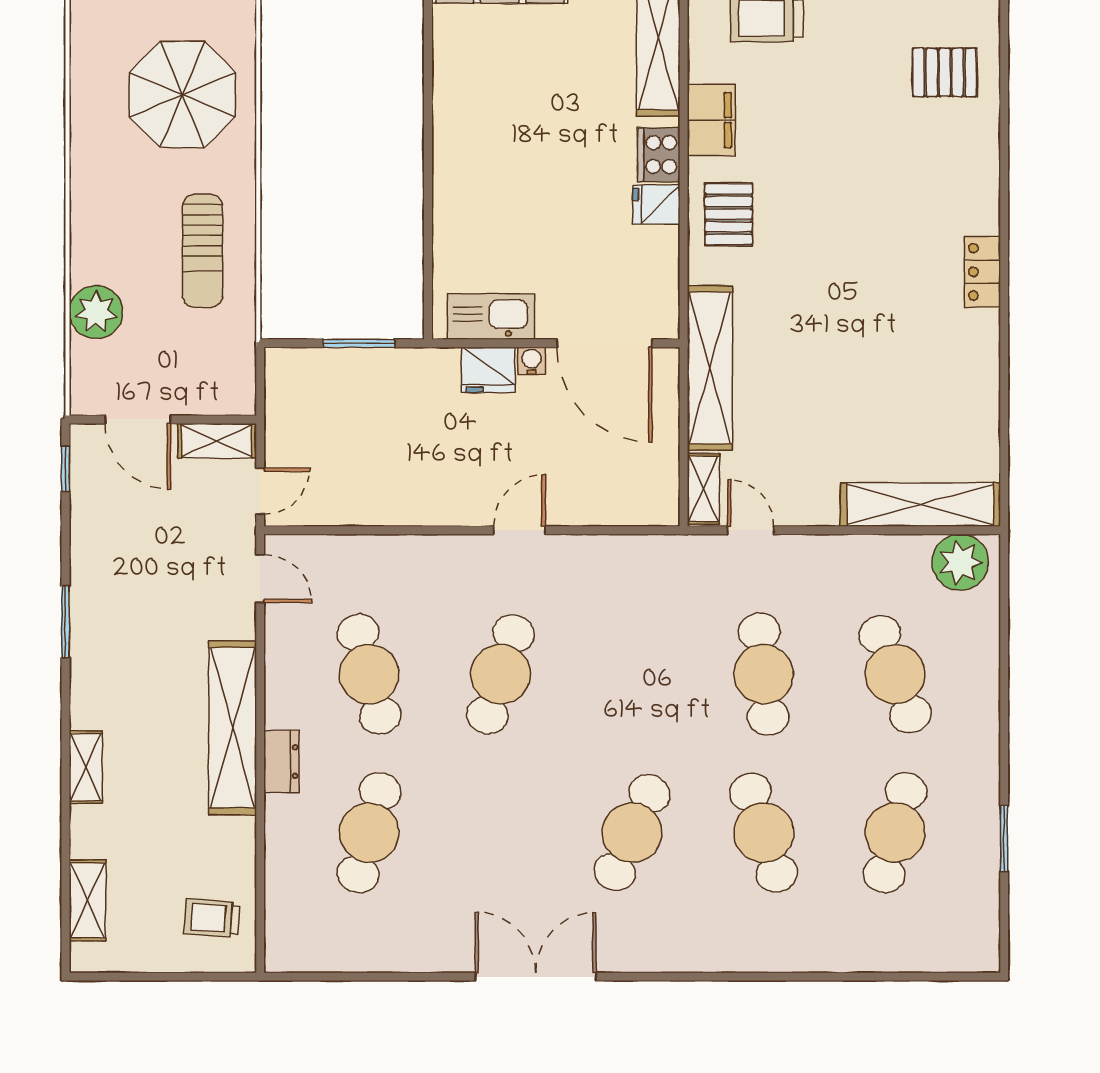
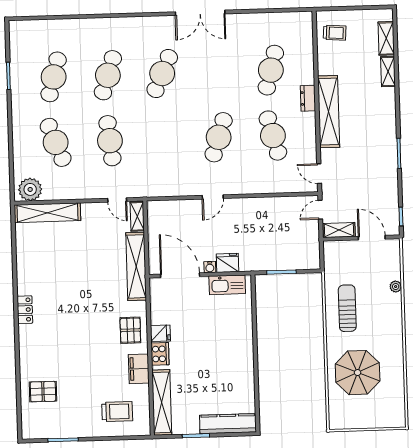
plant: (96, 312) -> (396, 287), width x0.53, depth x0.53
shelving: (86, 767) -> (388, 72), moved
cafe table: (764, 833) -> (108, 75), turned 36

